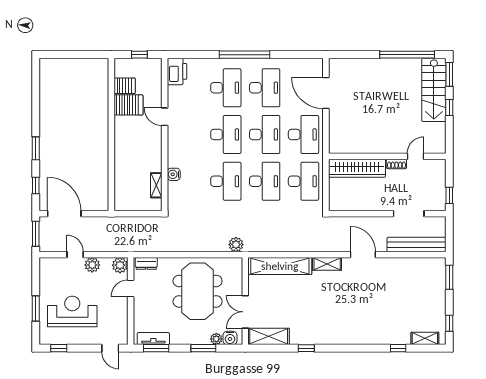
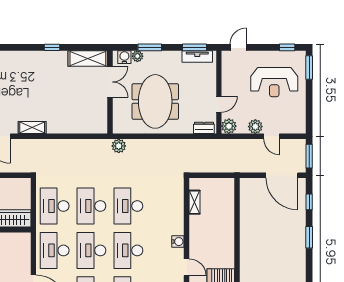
water cooler: (174, 174) -> (178, 242), moved
shelving: (280, 266) -> (77, 125), removed
window: (36, 309) -> (309, 68), moved
door: (110, 348) -> (238, 47), hinge flipped

